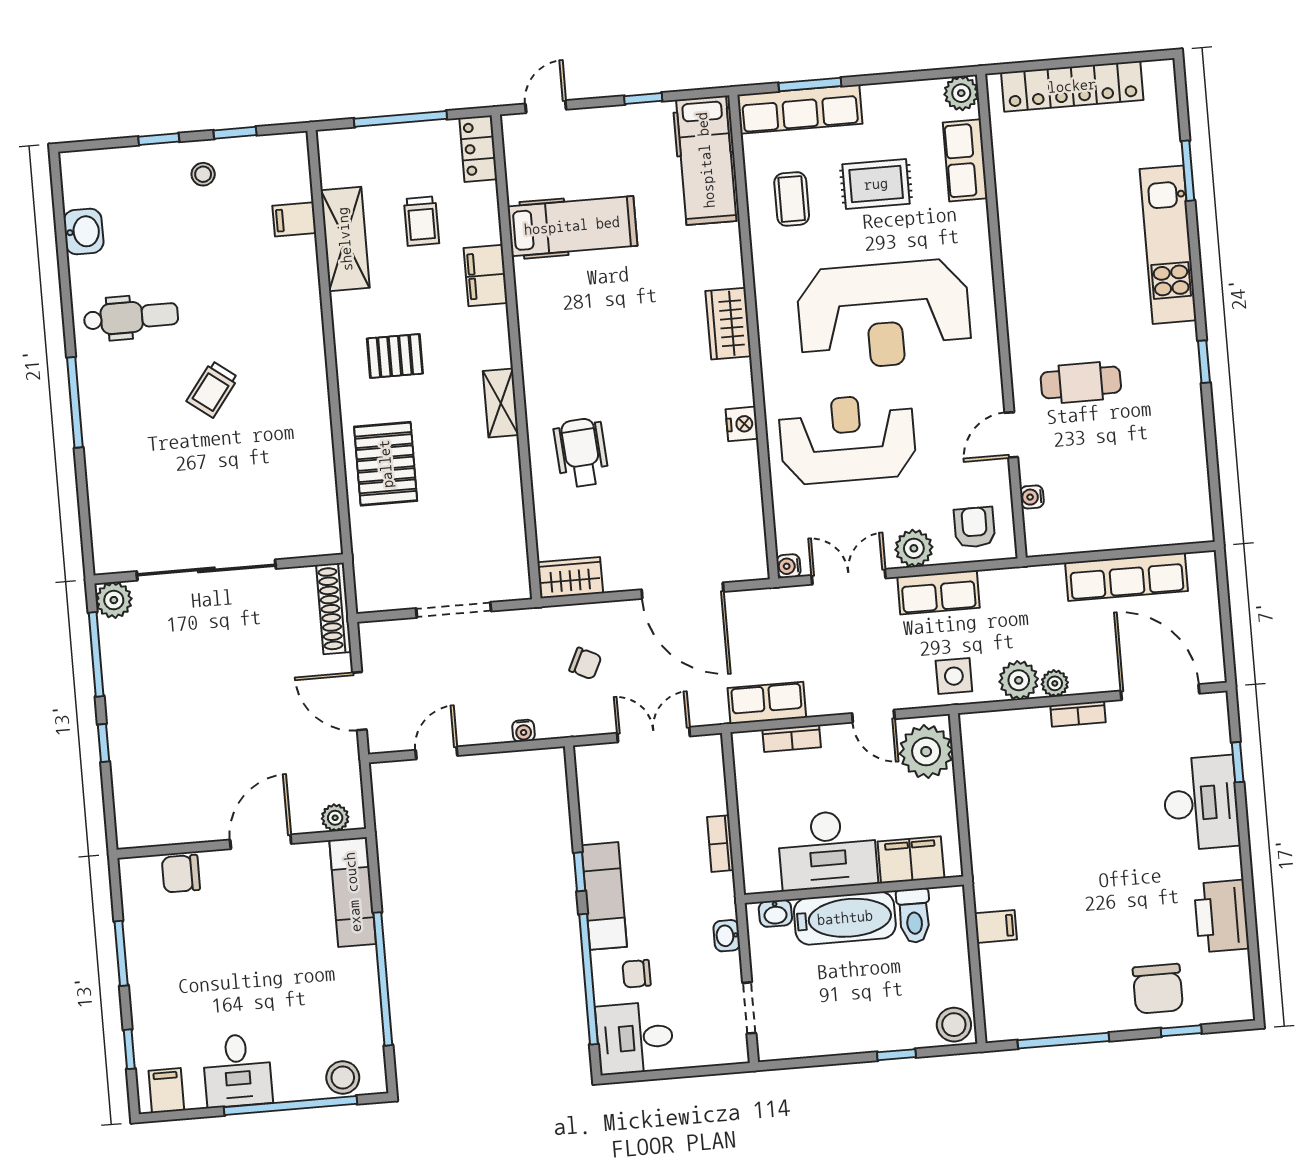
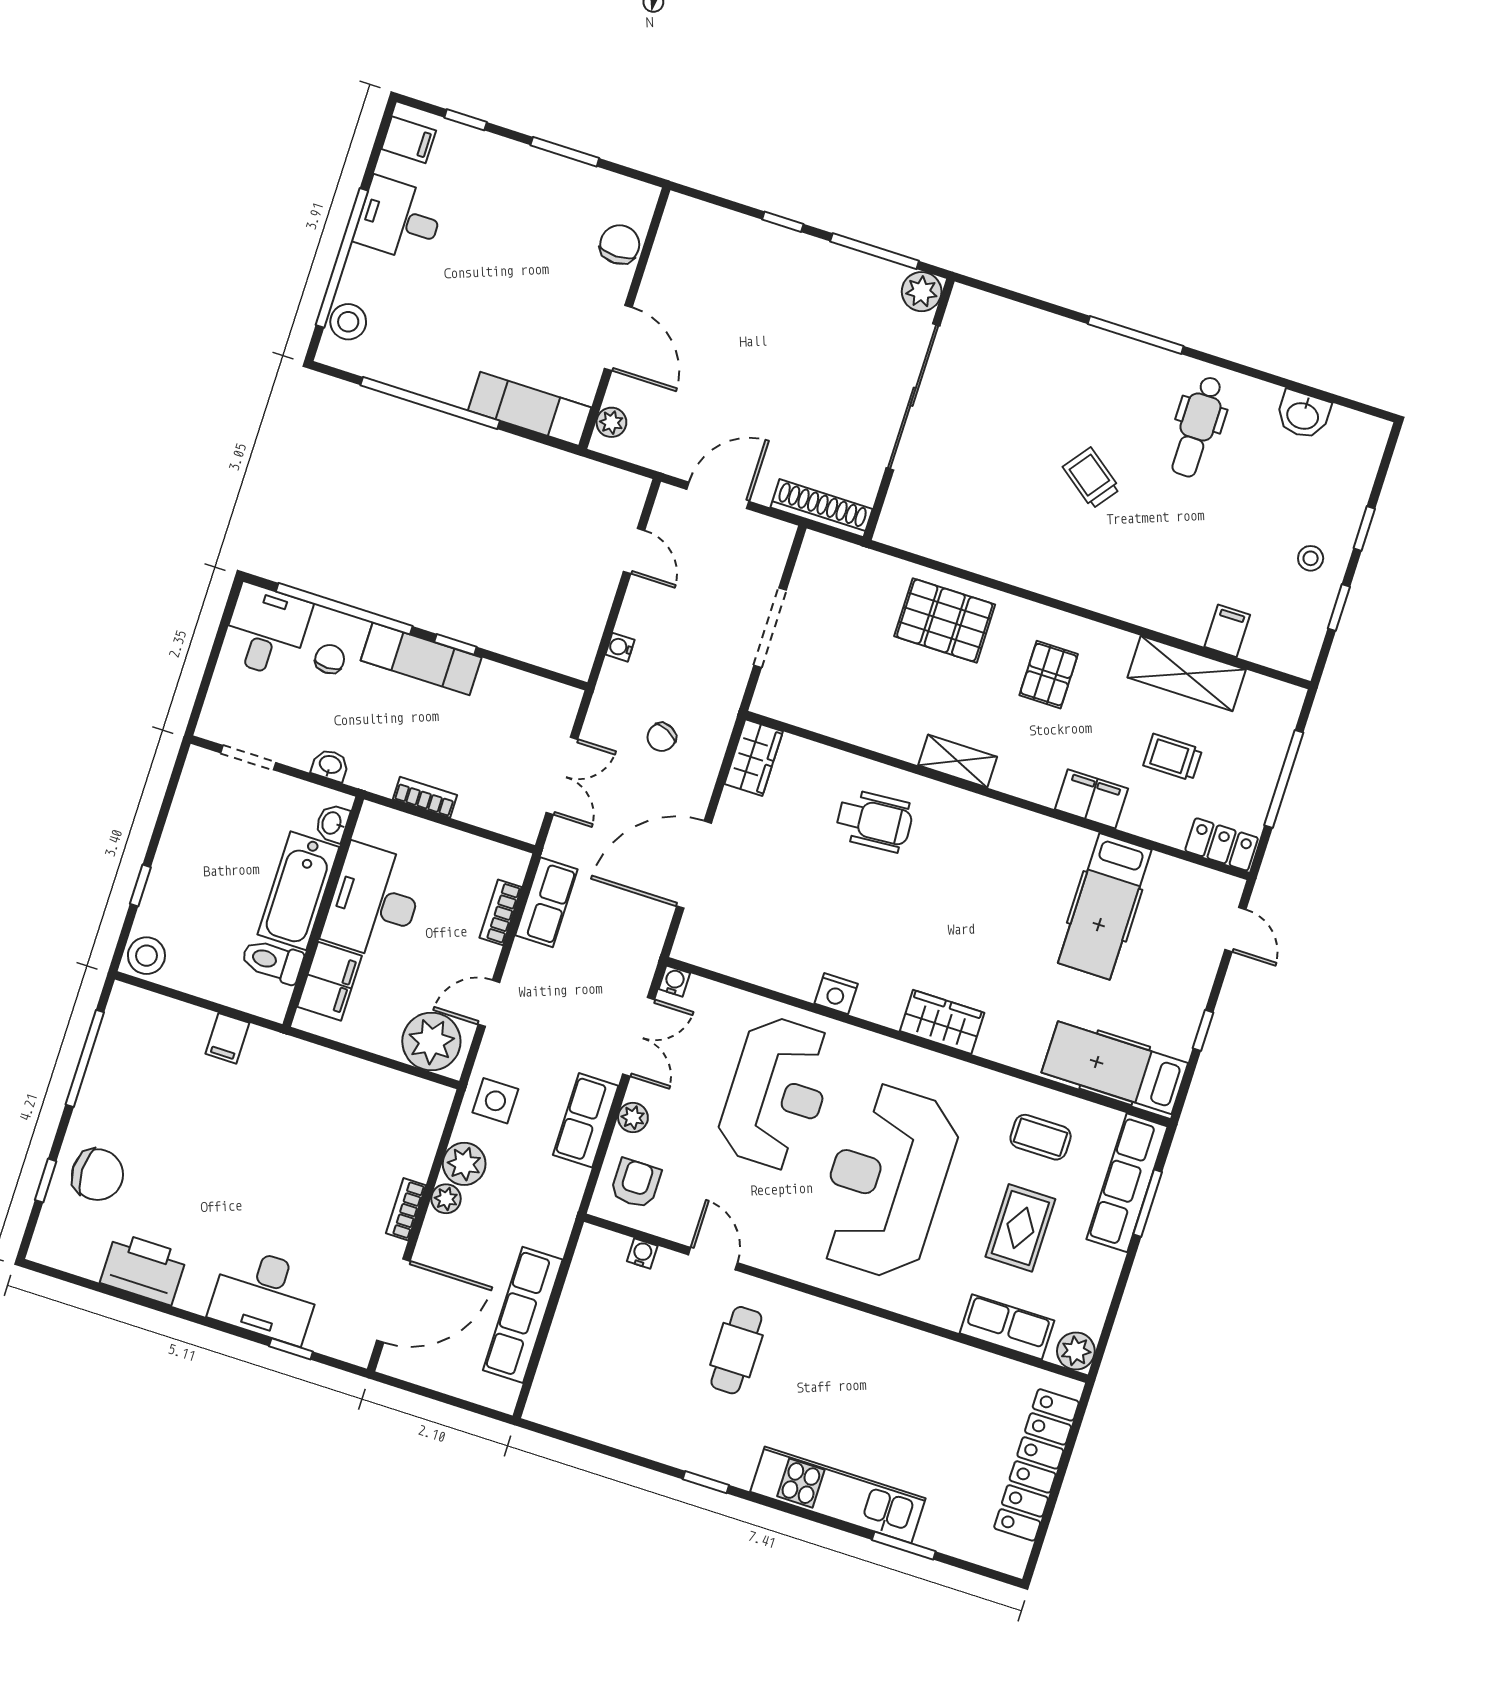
armchair: (975, 527) -> (636, 1183), turned -90
plant: (914, 548) -> (633, 1118), width x0.73, depth x0.73
chair: (1158, 989) -> (97, 1175), turned 180

